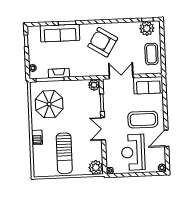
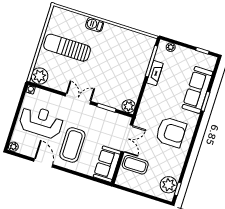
armchair: (103, 42) -> (171, 132), turned 58
coffee table: (151, 54) -> (135, 165), moved
parasol: (49, 104) -> (125, 51), removed

